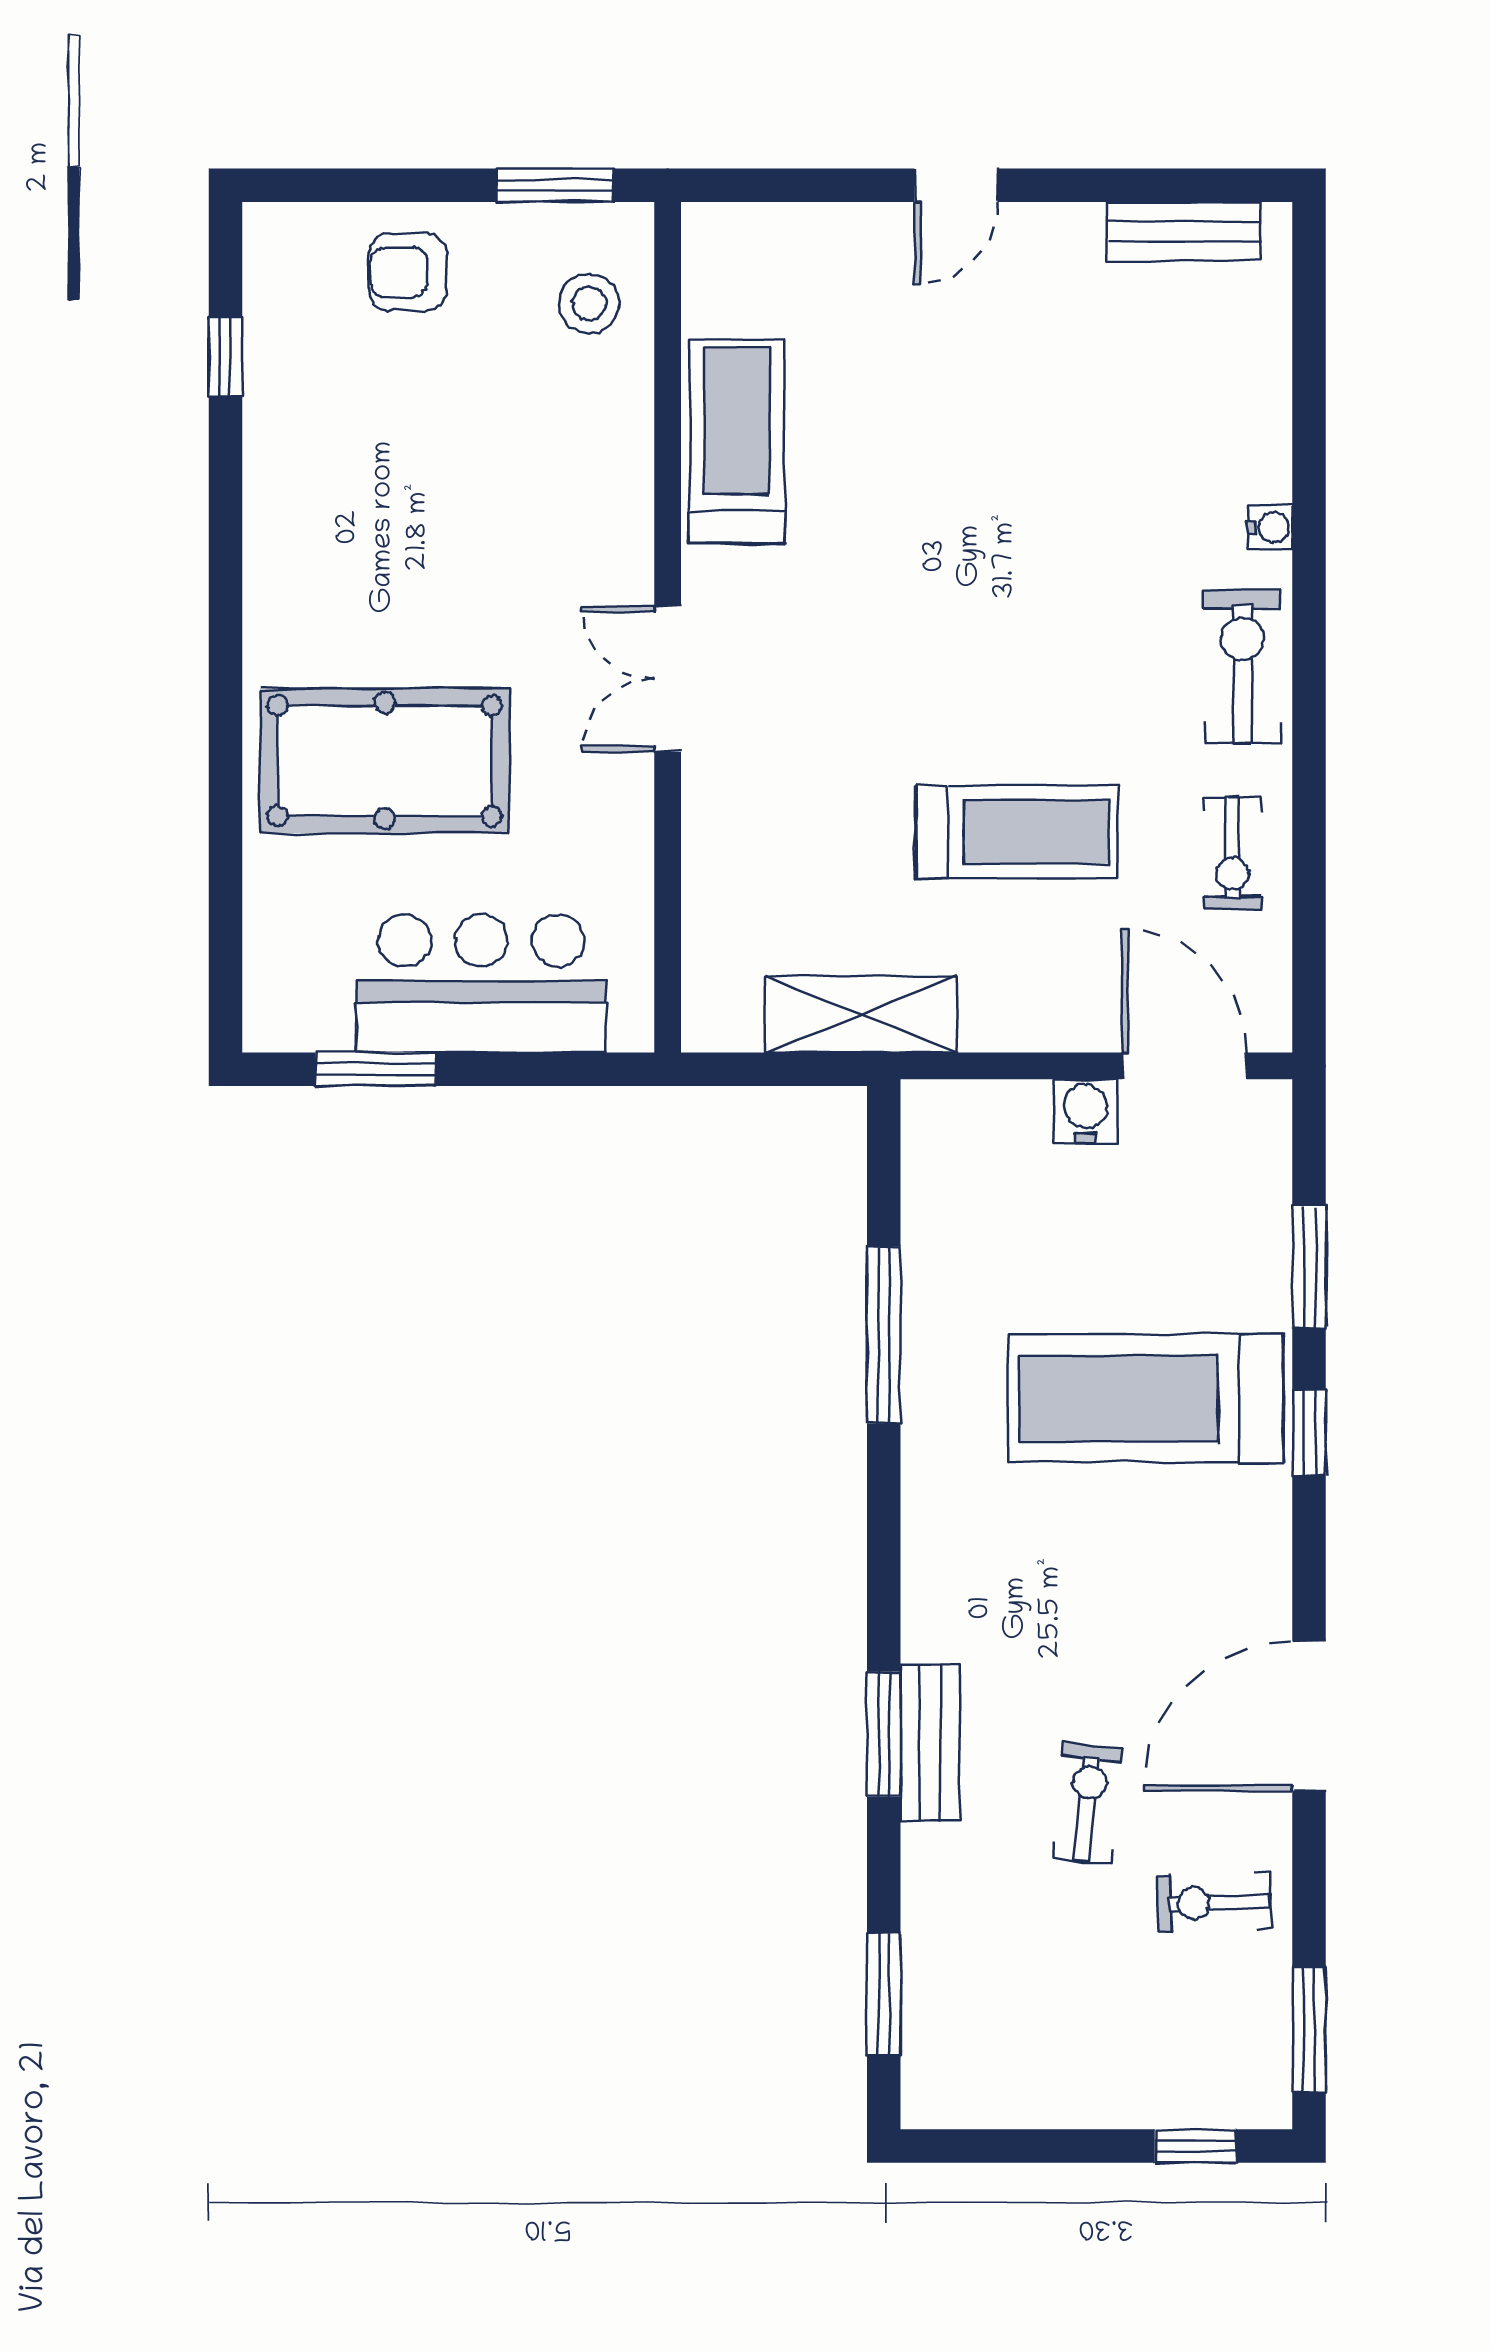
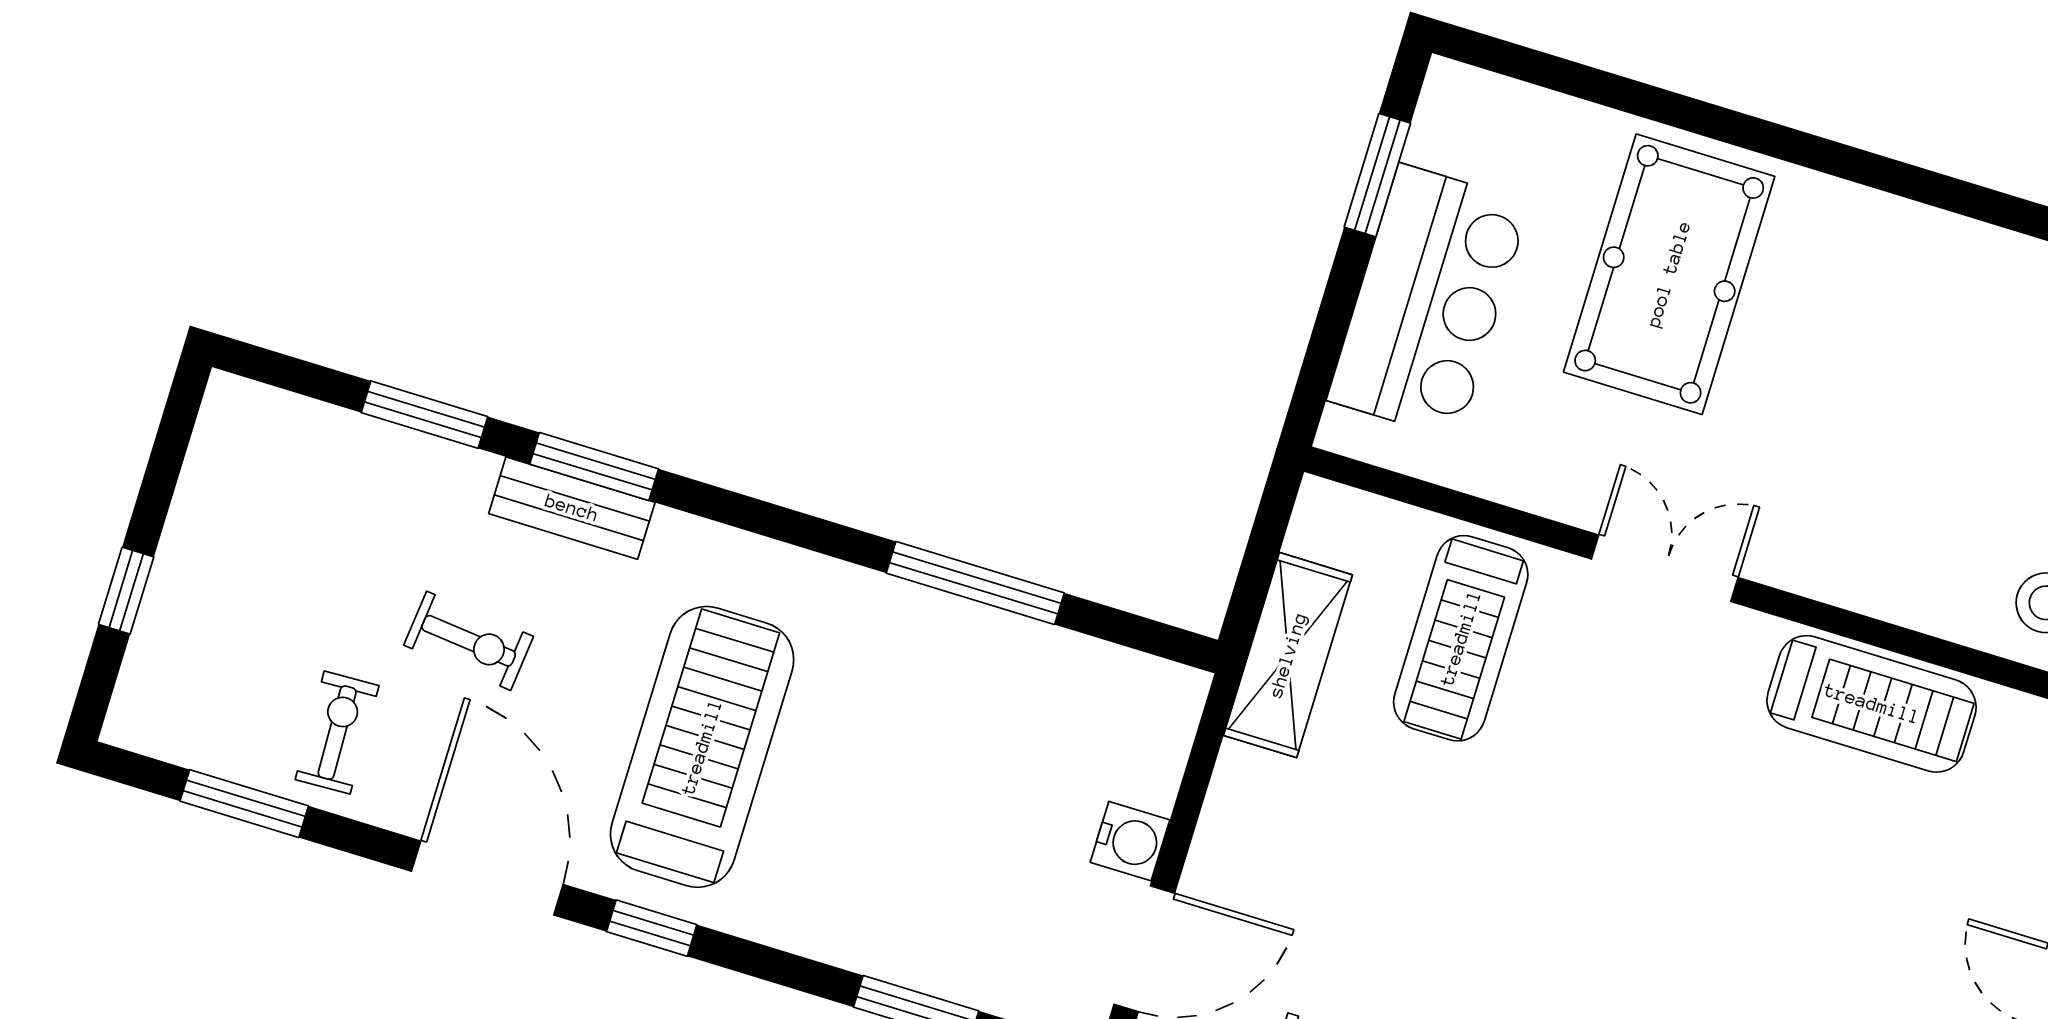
treadmill: (1017, 832) -> (1461, 638), moved
treadmill: (1146, 1398) -> (702, 747), moved
window: (1309, 1433) -> (652, 928), moved
window: (884, 1995) -> (424, 415), moved
window: (1309, 2029) -> (244, 804), moved
window: (1195, 2146) -> (126, 591), moved

